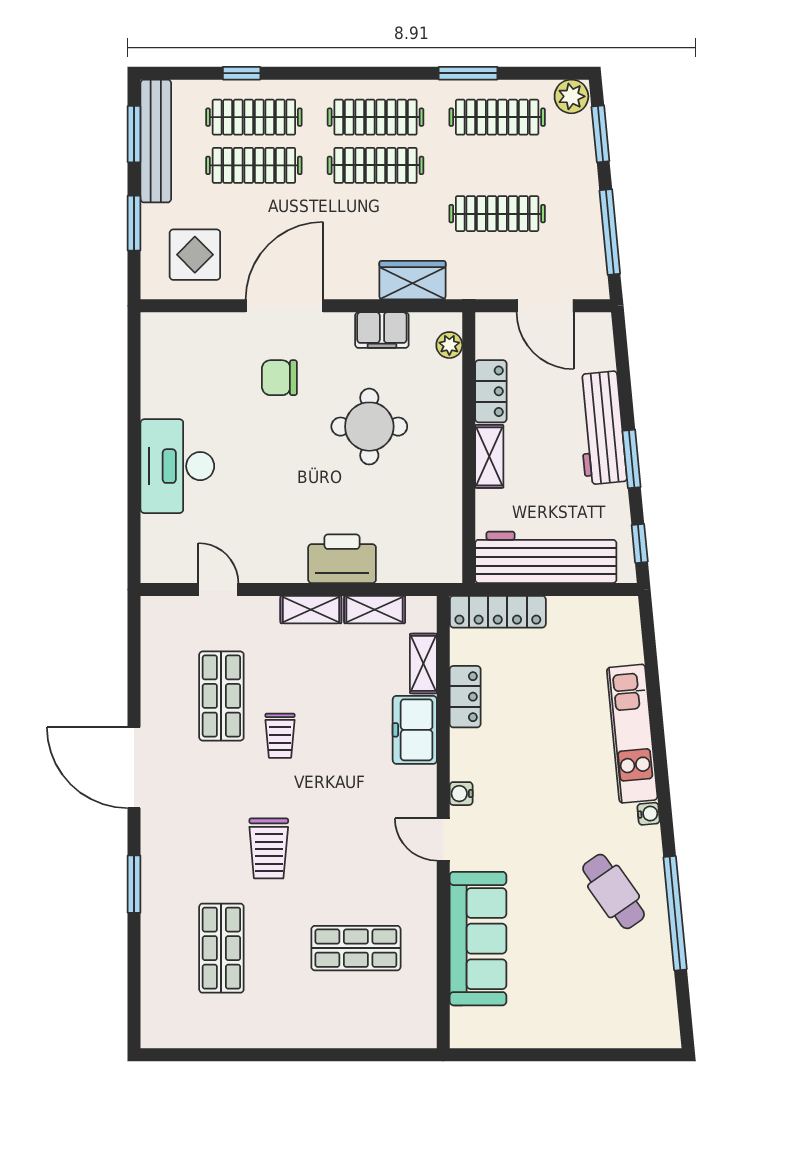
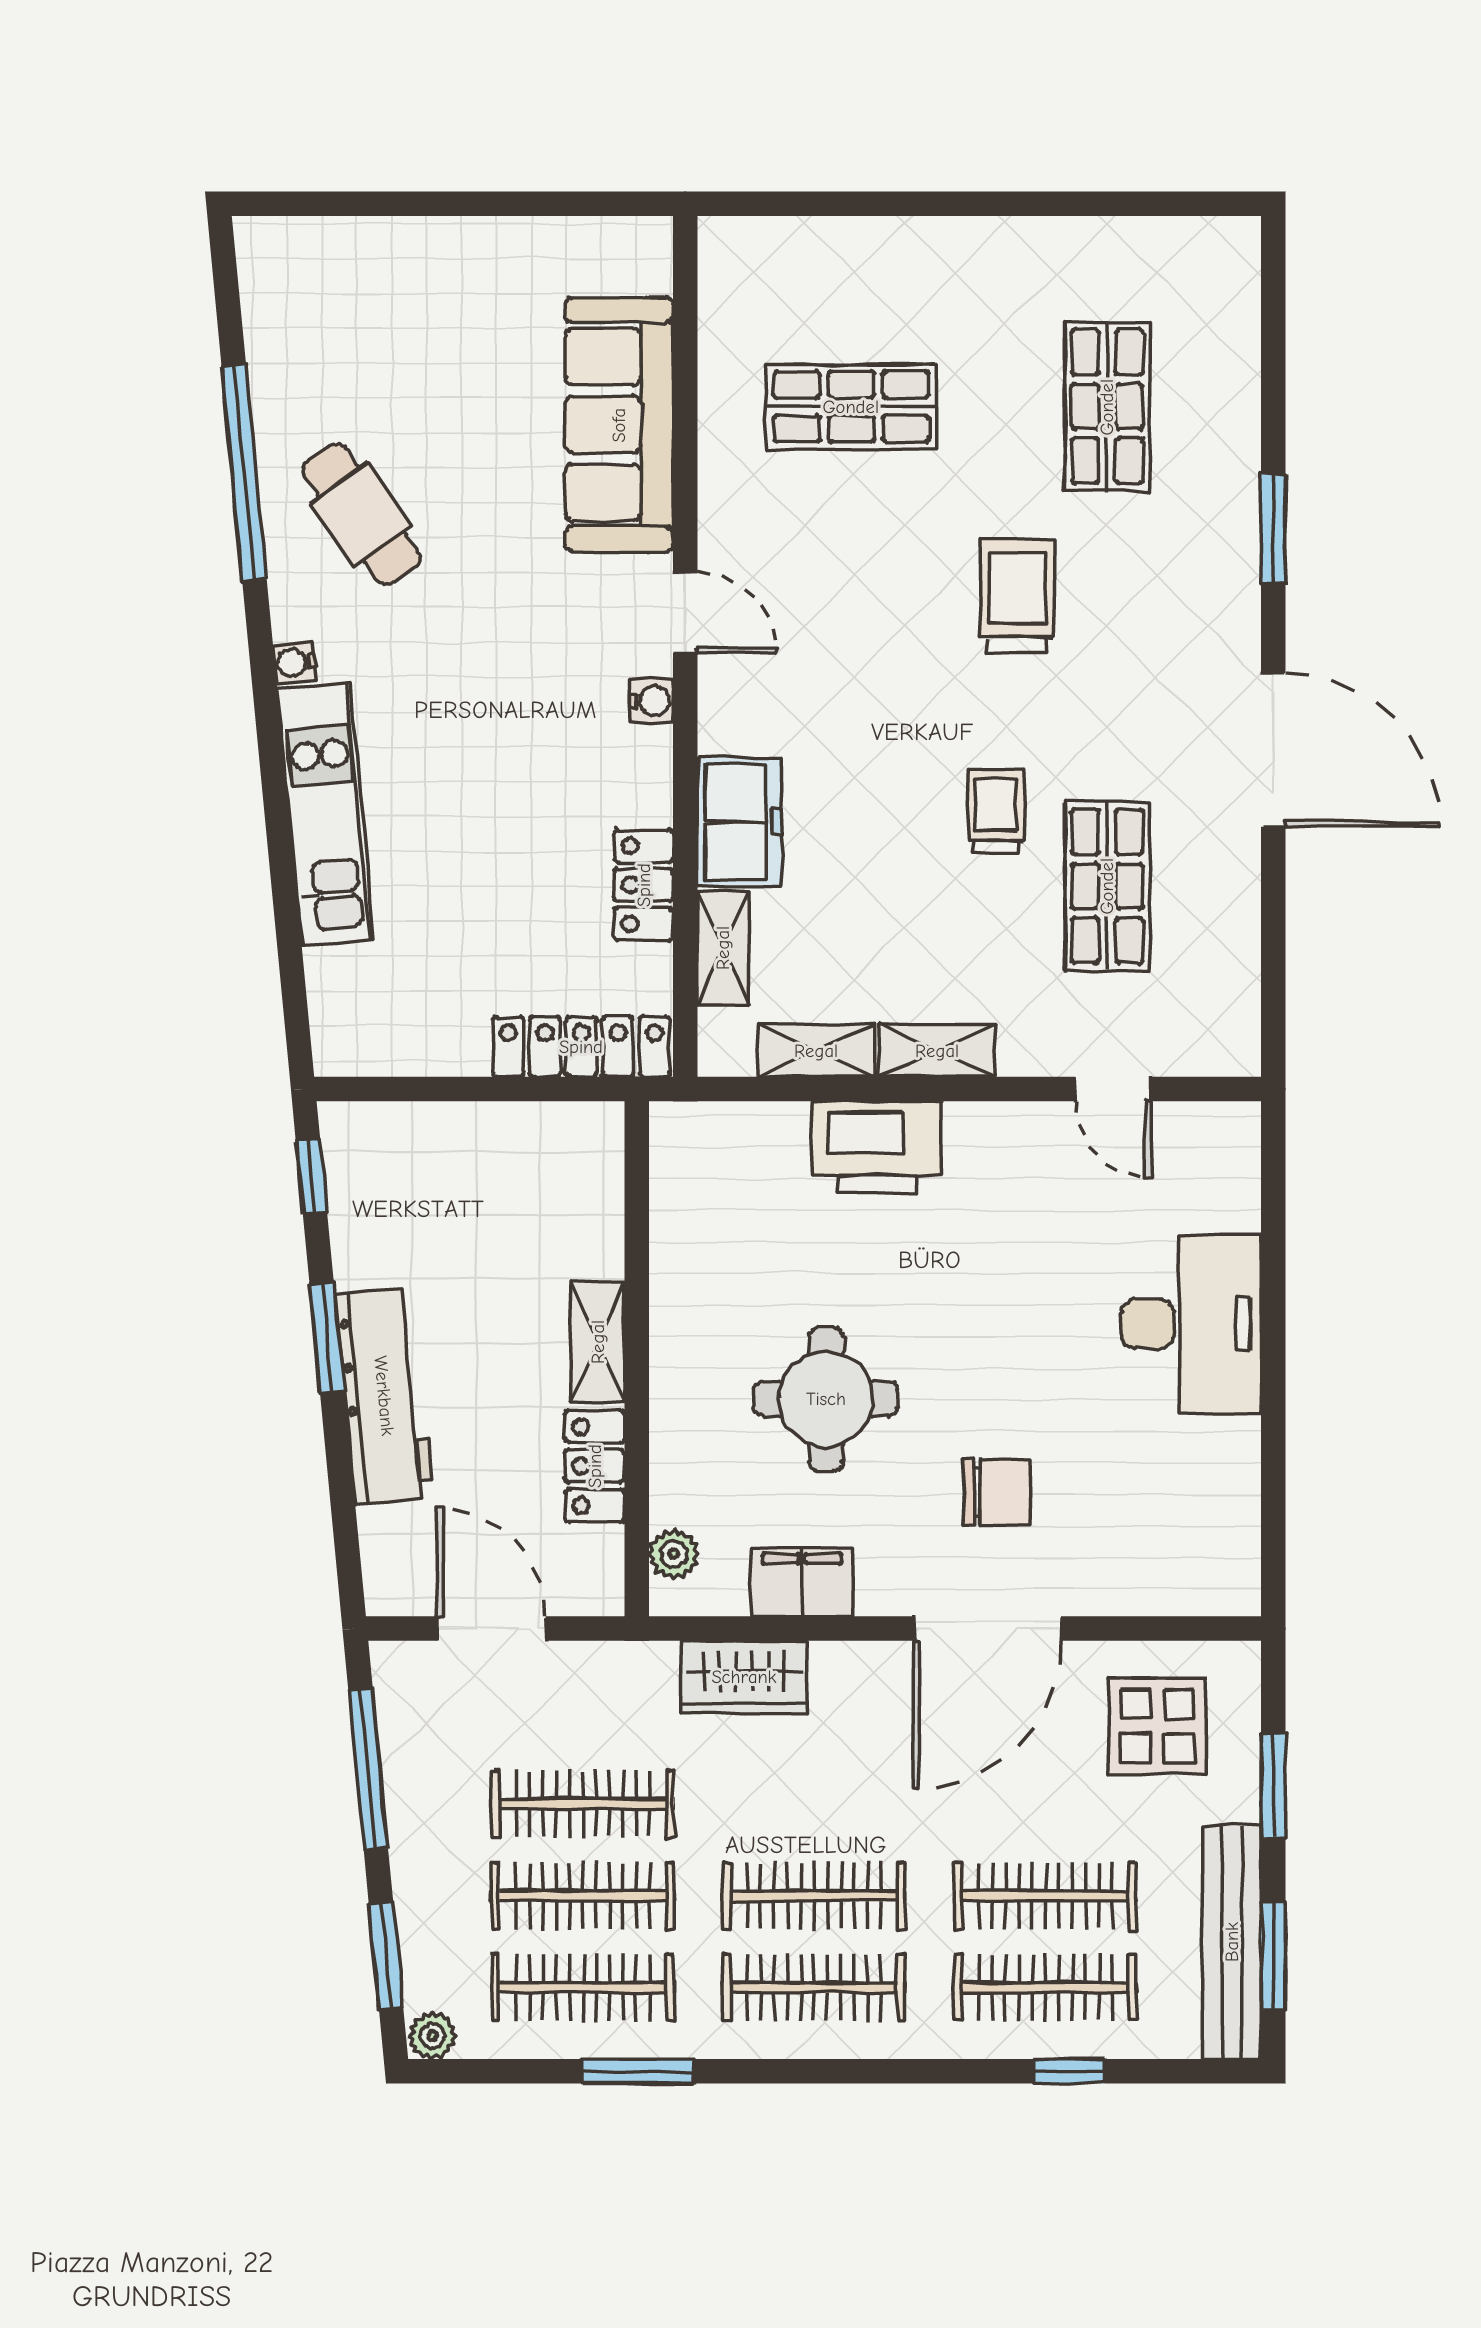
plant: (571, 96) -> (433, 2036), width x0.73, depth x0.73
clothes rail: (497, 165) -> (583, 1896), added
workbench: (546, 557) -> (490, 1150), removed

